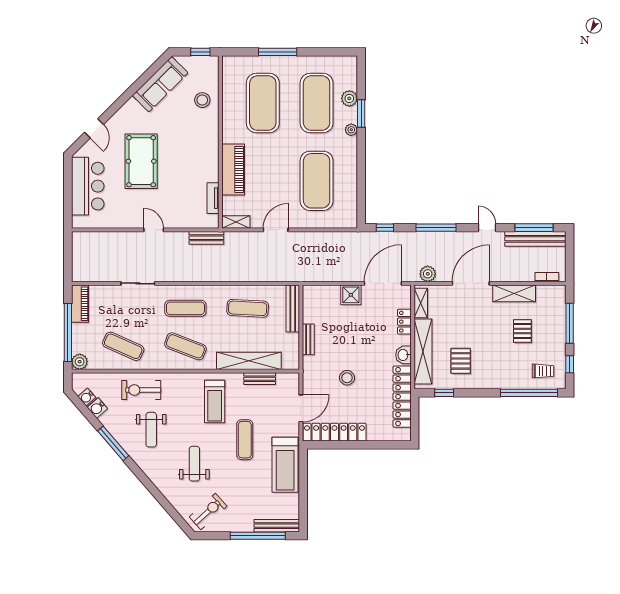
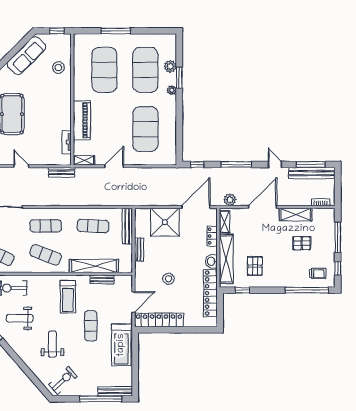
shower: (351, 295) -> (165, 222), width x1.86, depth x1.86
pallet: (522, 331) -> (302, 243), turned 90
weight bench: (151, 430) -> (20, 318), turned 90

